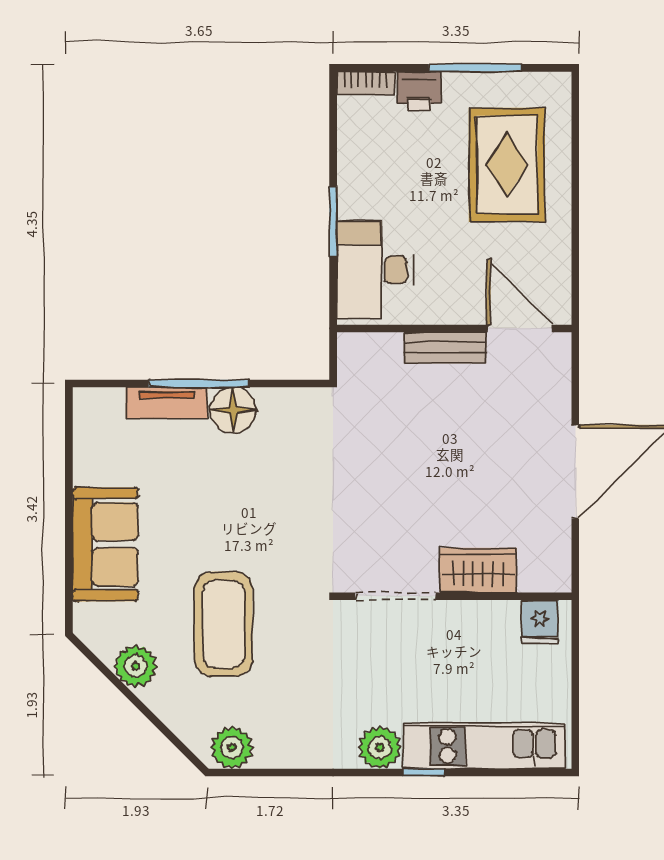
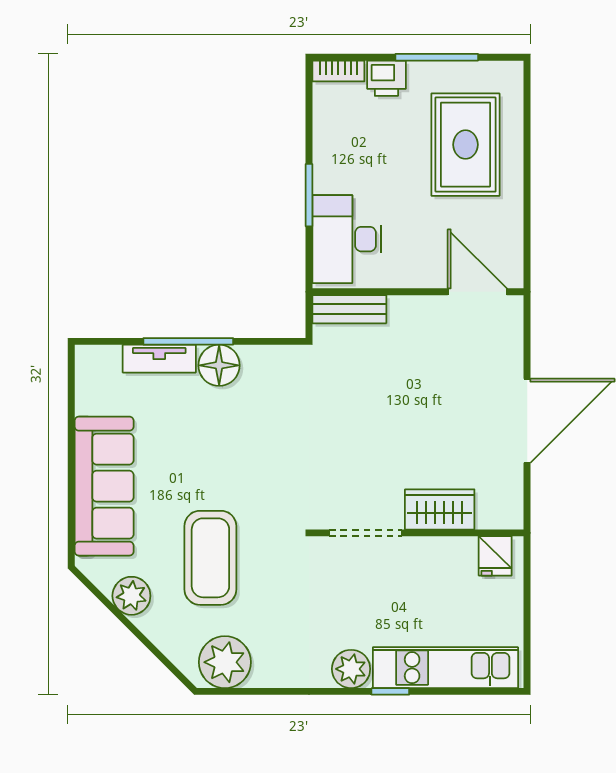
bench: (445, 348) -> (349, 309), moved
sofa: (105, 544) -> (104, 486), width x1.36
plant: (232, 748) -> (225, 662), width x1.36, depth x1.36

